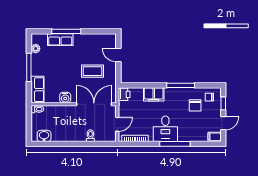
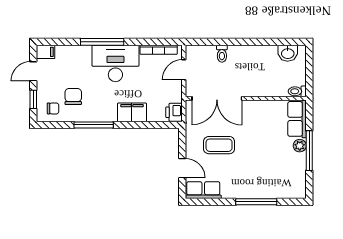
row of seats: (60, 40) -> (203, 190), moved
plant: (36, 49) -> (300, 146), moved
water cooler: (65, 98) -> (258, 108), removed
desk: (165, 129) -> (115, 63), width x1.37

